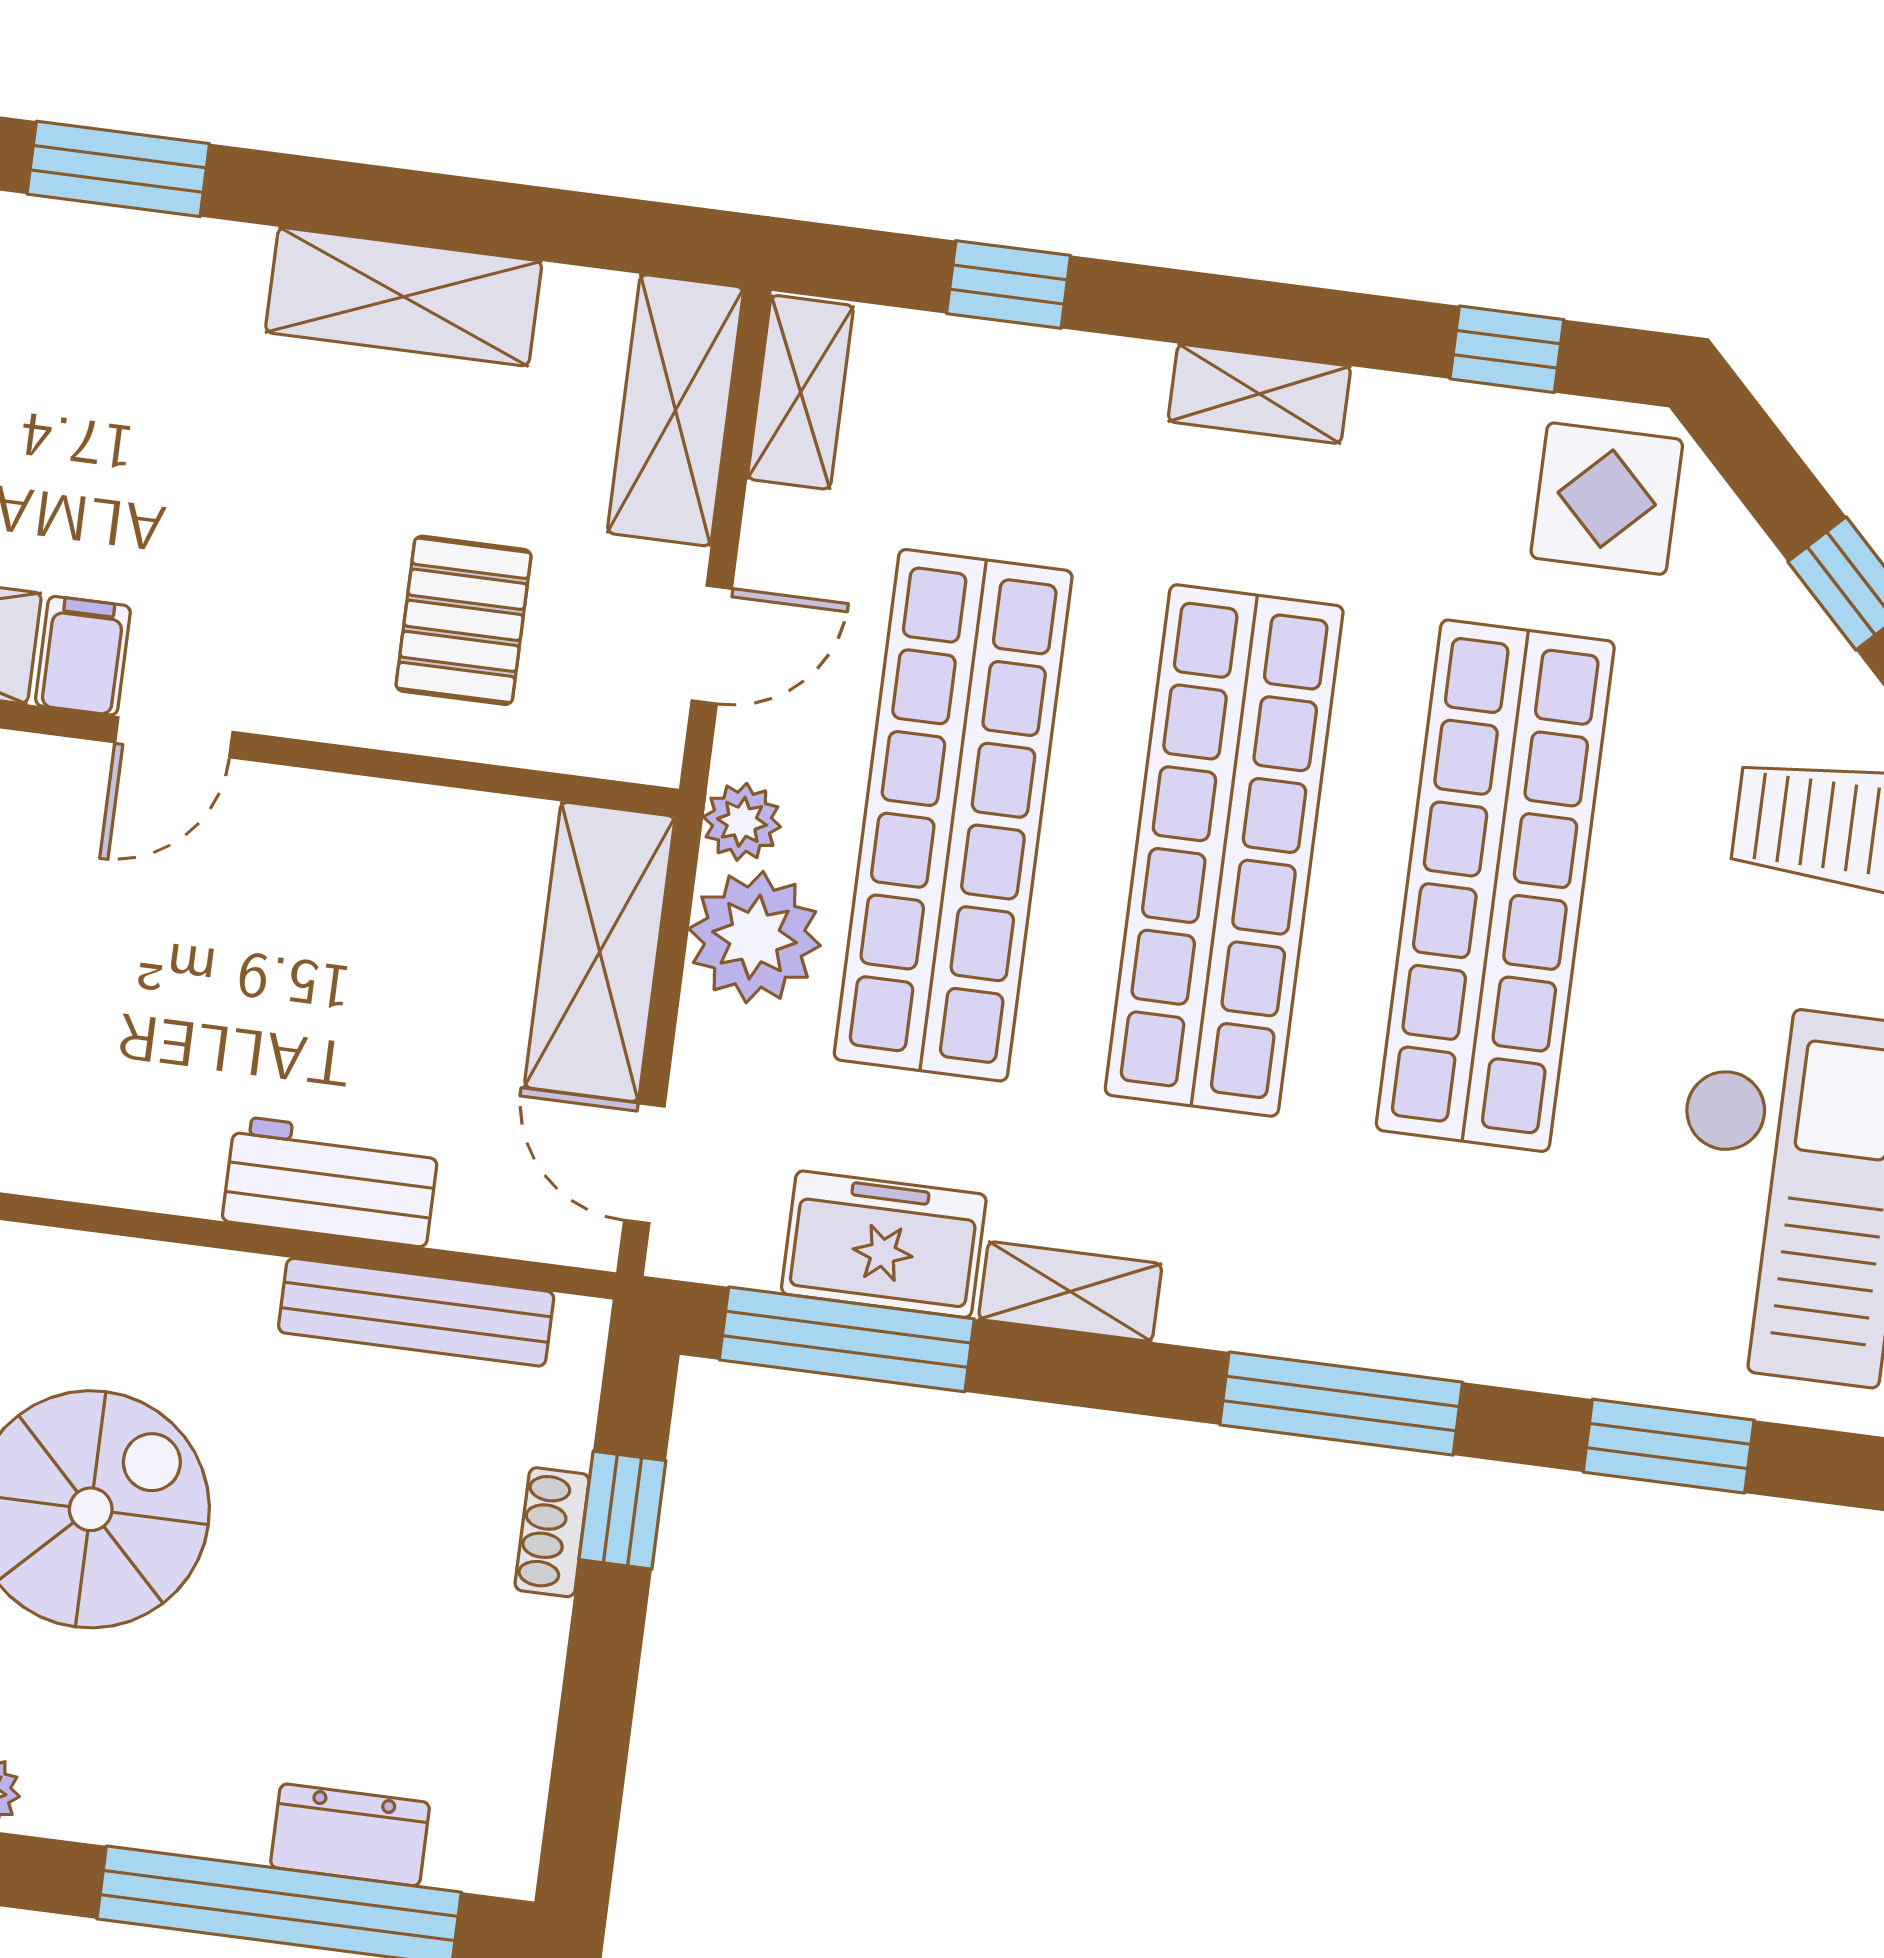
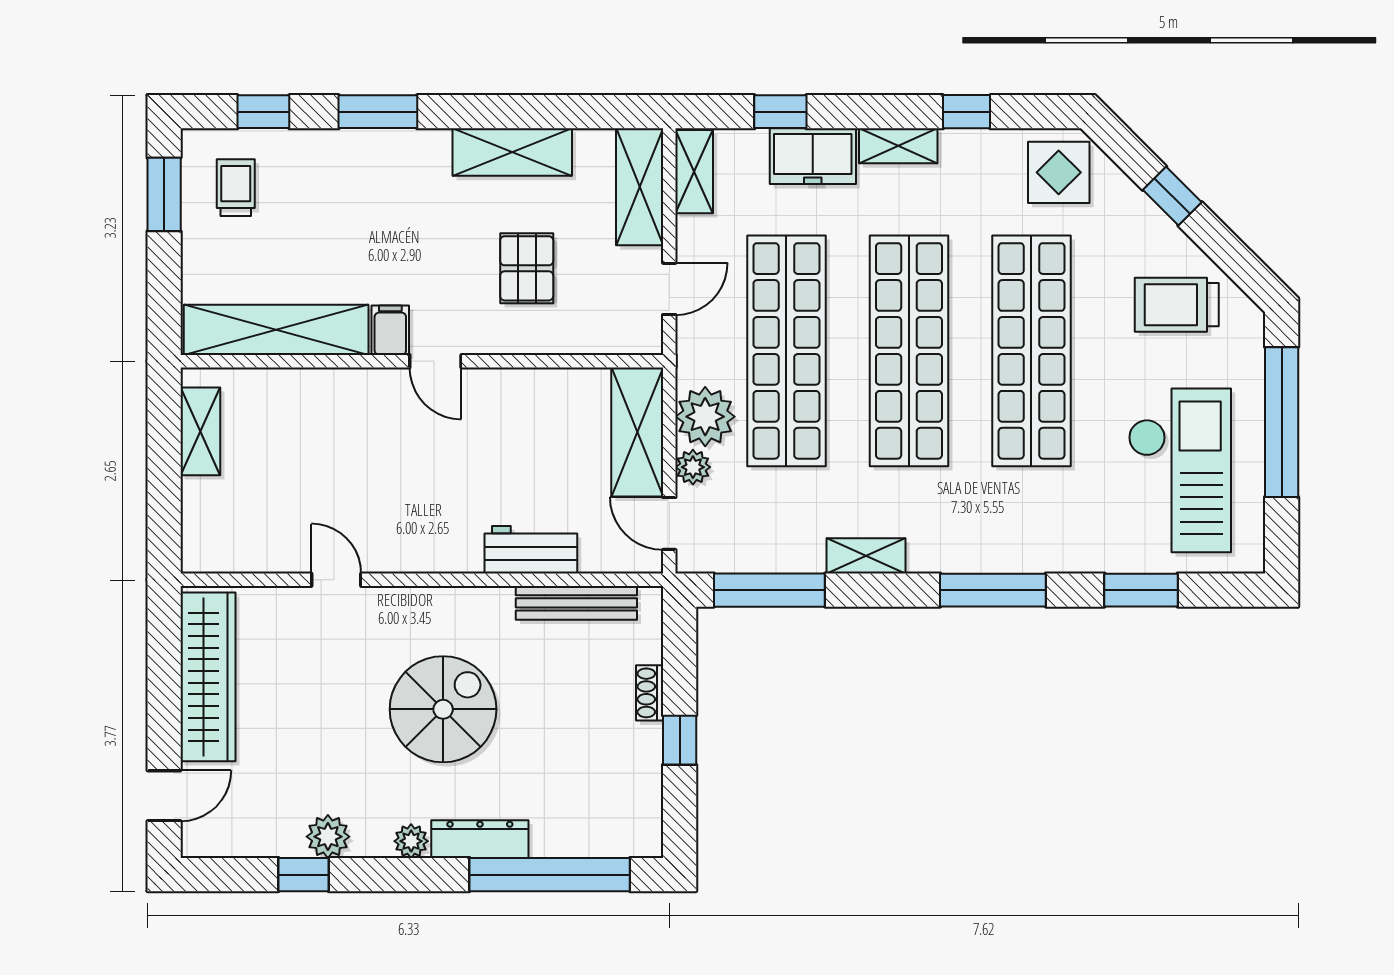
window: (1507, 349) -> (967, 112), moved
pallet: (464, 620) -> (527, 268), moved
door: (174, 737) -> (435, 361), hinge flipped
plant: (742, 822) -> (693, 467), moved
freezer: (884, 1244) -> (813, 156), moved, turned 180
window: (622, 1510) -> (680, 740), moved
dresser: (350, 1835) -> (480, 839), moved, width x1.44

